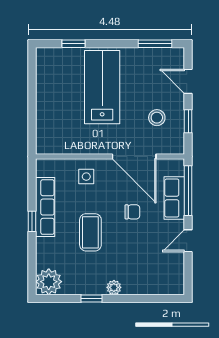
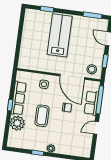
stool: (157, 118) -> (92, 69), moved
plant: (49, 282) -> (17, 123), moved

